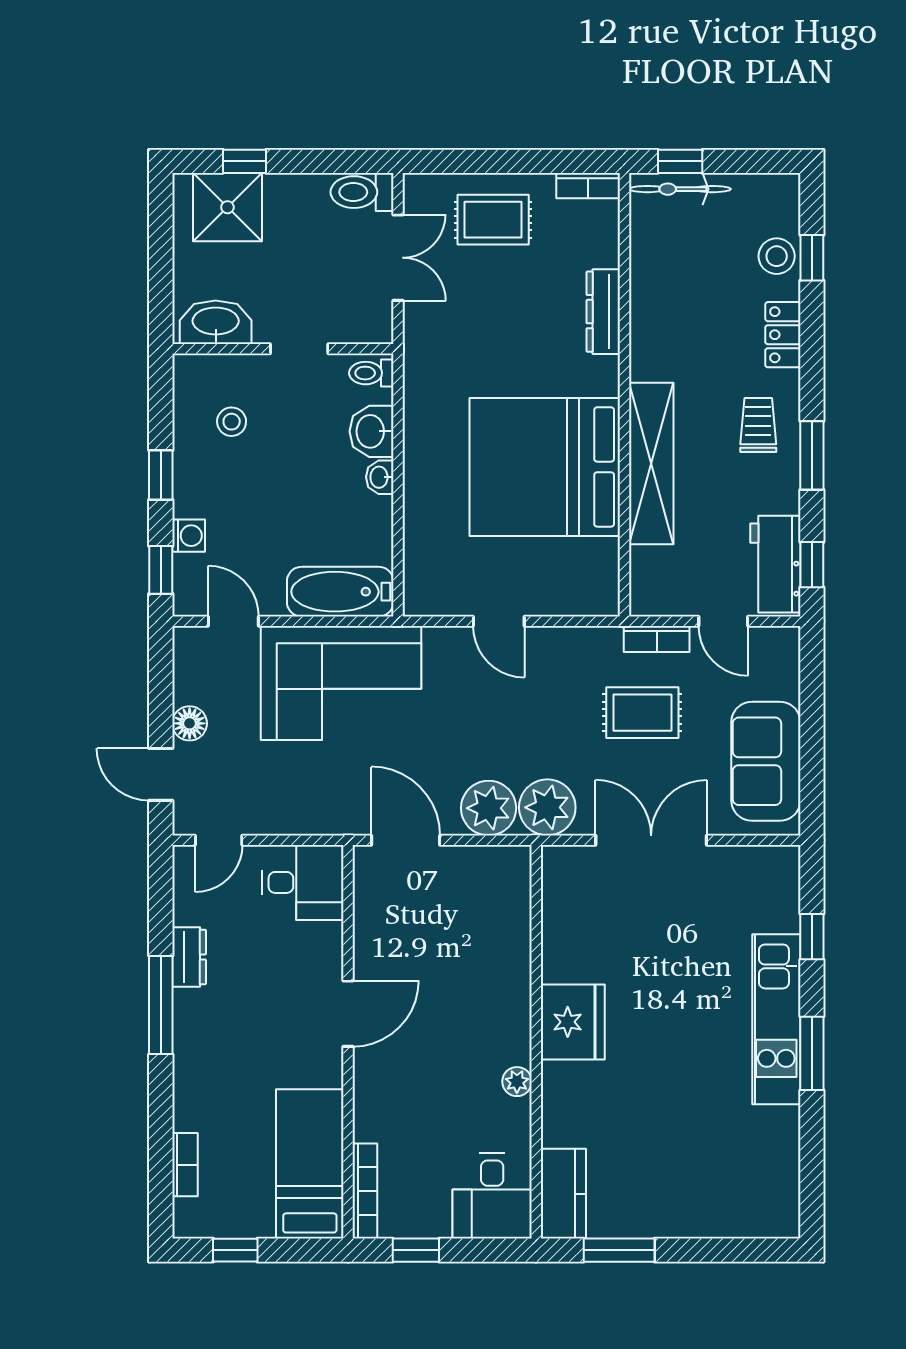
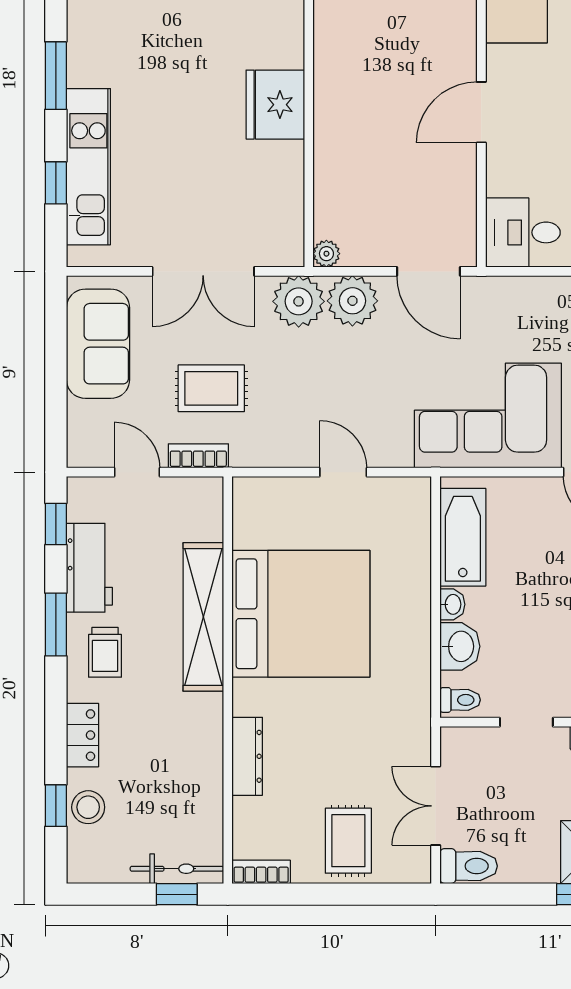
rug: (493, 220) -> (348, 841), turned 90
workbench: (775, 564) -> (89, 568), moved
bathtub: (340, 592) -> (463, 537), moved, turned -90
kitchen unit: (776, 1019) -> (88, 167), moved
plant: (517, 1082) -> (326, 254), moved

